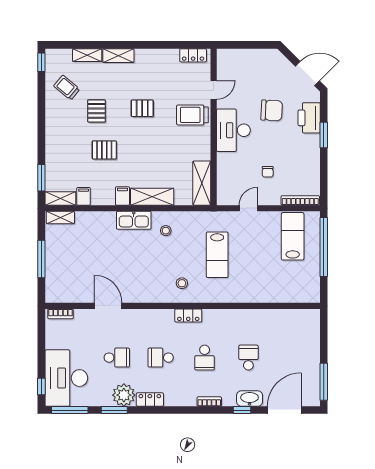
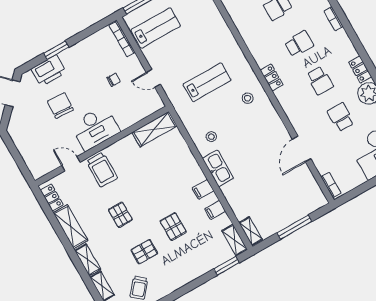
filing cabinet: (84, 196) -> (215, 210), moved
shelving: (152, 197) -> (71, 227), moved
lab bench: (293, 236) -> (156, 28), turned 180

